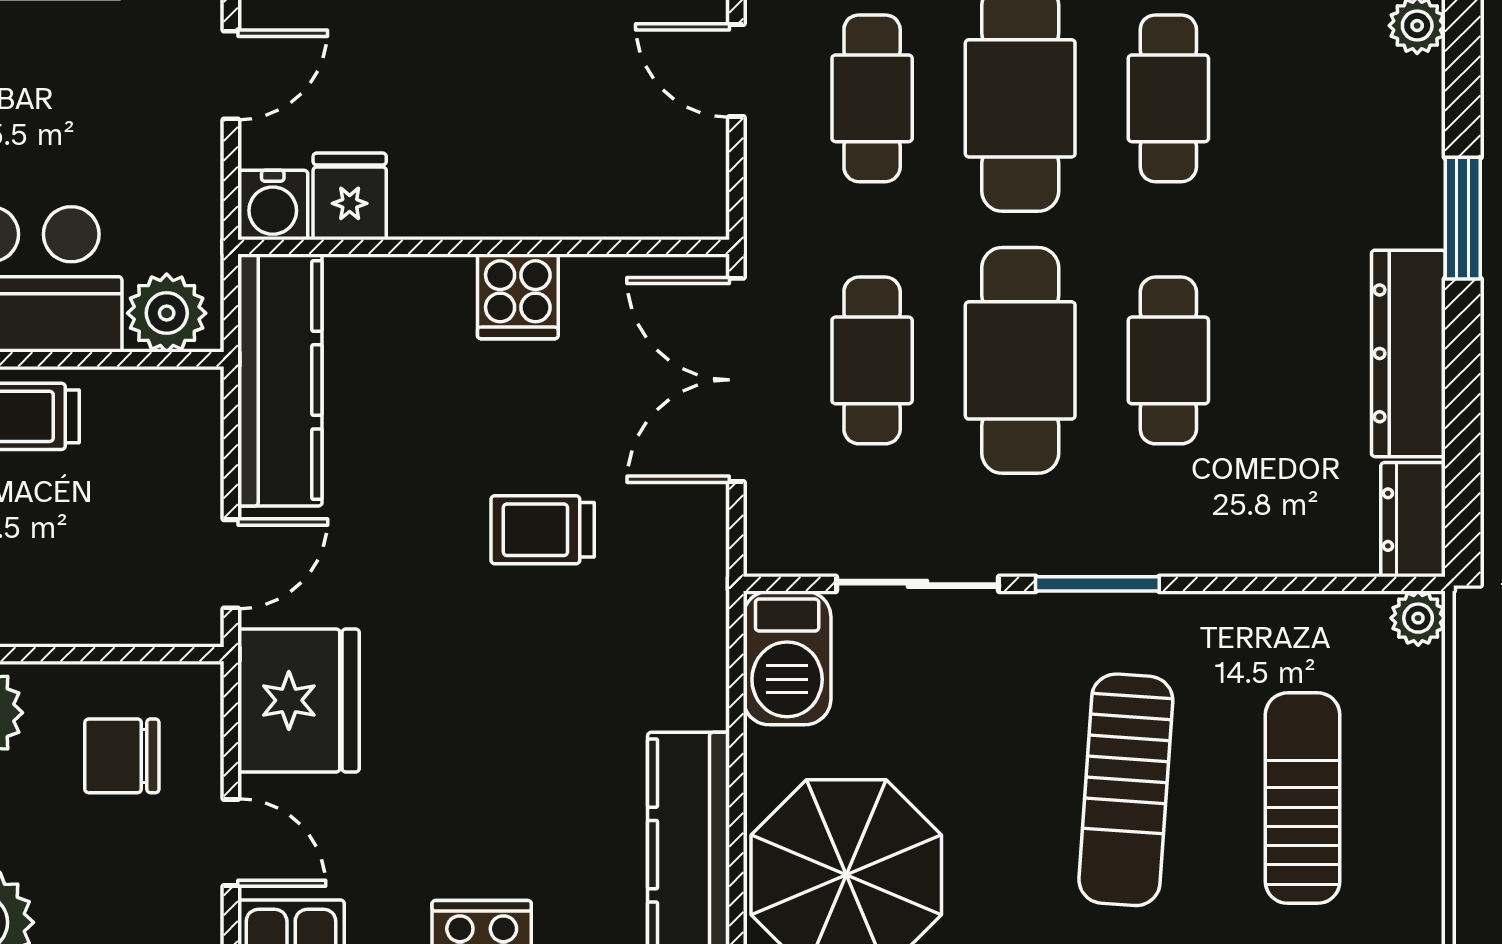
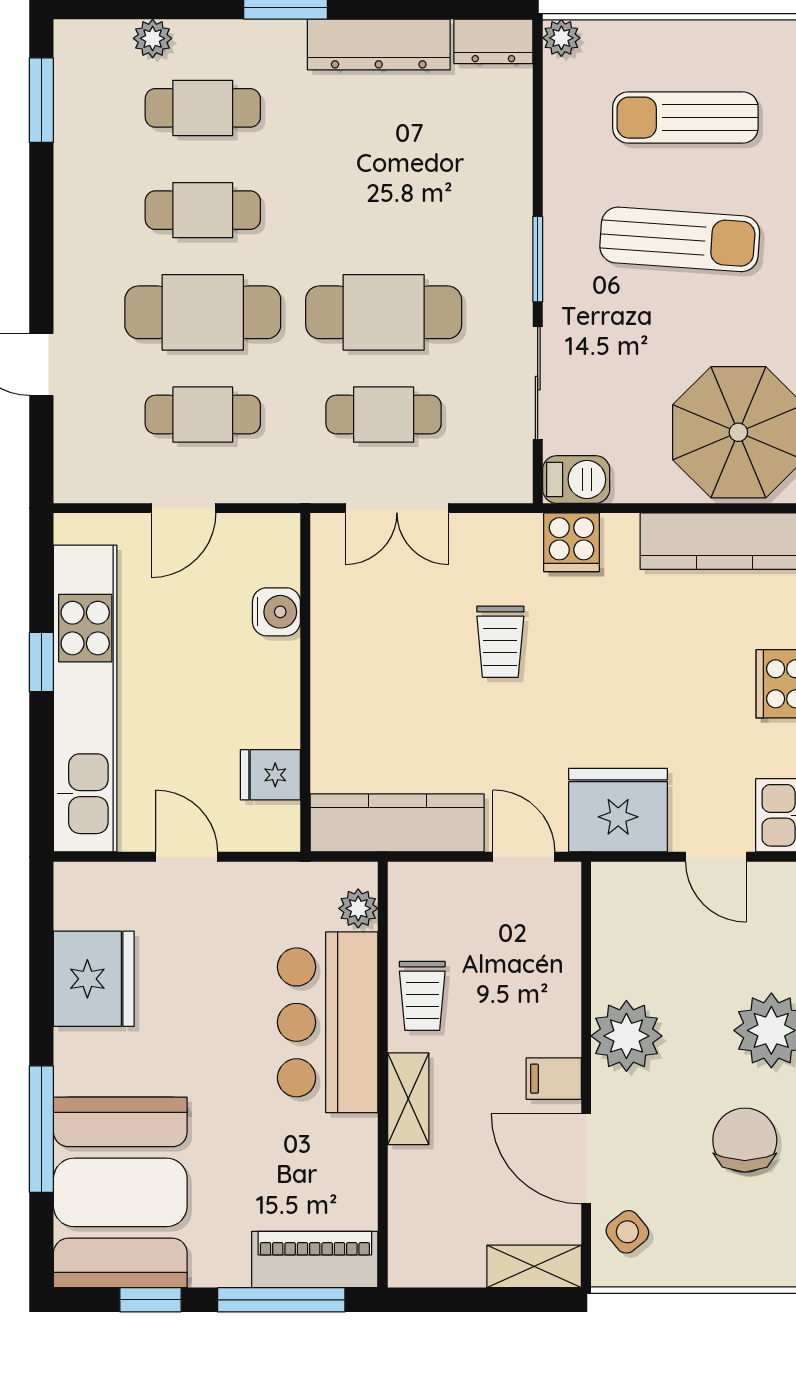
water cooler: (273, 205) -> (276, 612), moved
cooker: (518, 296) -> (572, 542), moved, turned 90
plant: (167, 313) -> (358, 908), width x0.73, depth x0.73
cafe table: (1168, 360) -> (203, 108), moved
double door: (736, 380) -> (397, 508), width x0.73
barbecue: (787, 658) -> (576, 479), width x0.73, depth x0.79
chair: (122, 756) -> (656, 932), removed
door: (231, 842) -> (716, 857), swing flipped

